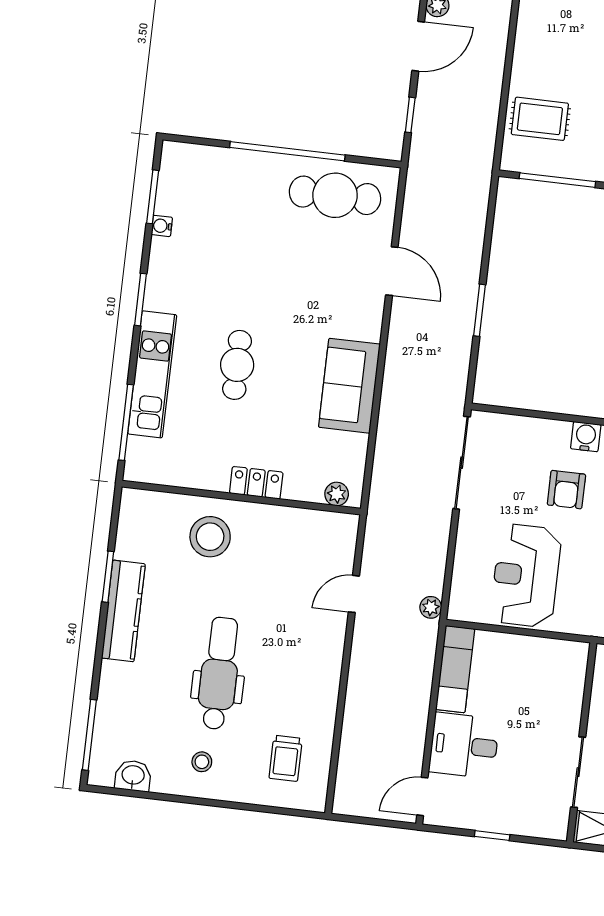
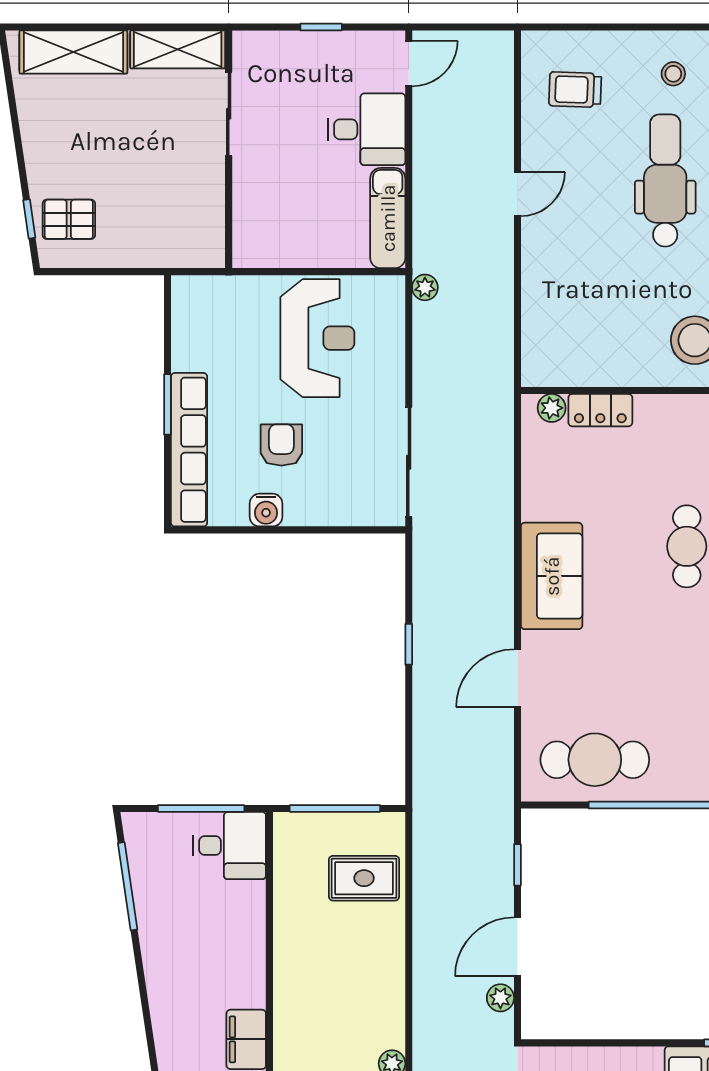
door: (392, 271) -> (517, 678), hinge flipped
window: (479, 310) -> (409, 644), width x0.67
sofa: (349, 386) -> (552, 576), moved
locker: (256, 483) -> (600, 410), moved
door: (354, 594) -> (517, 194), moved
dental chair: (219, 673) -> (665, 181), turned 180
trolley: (286, 758) -> (575, 90), turned -88

